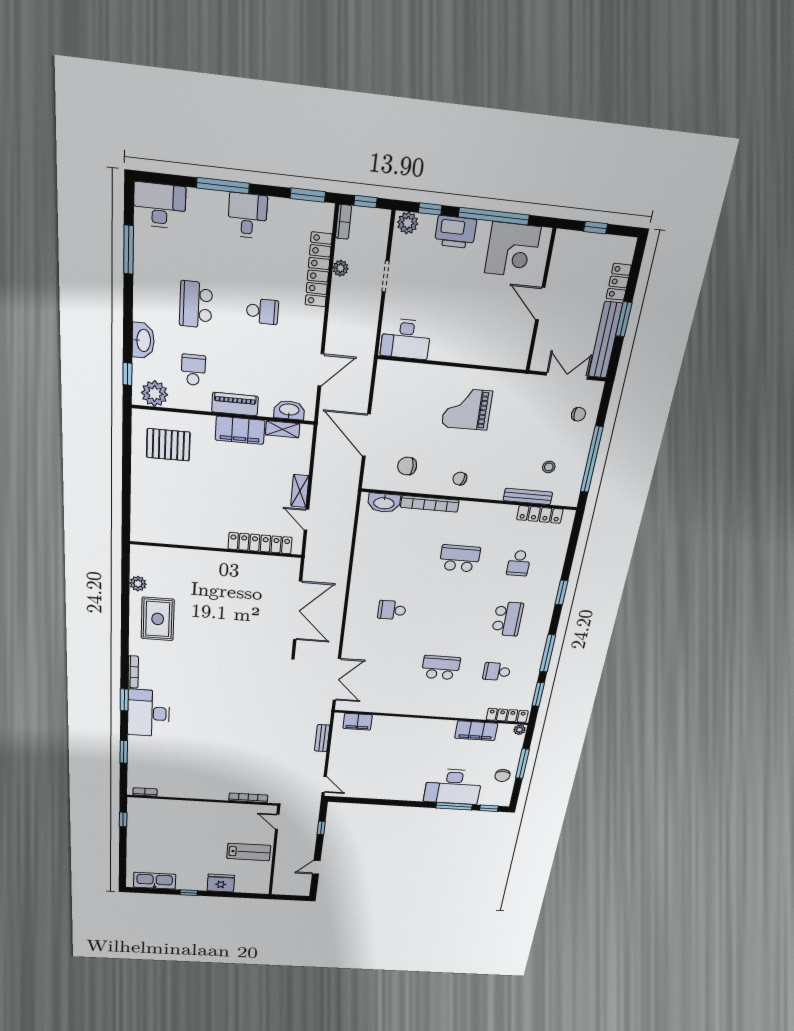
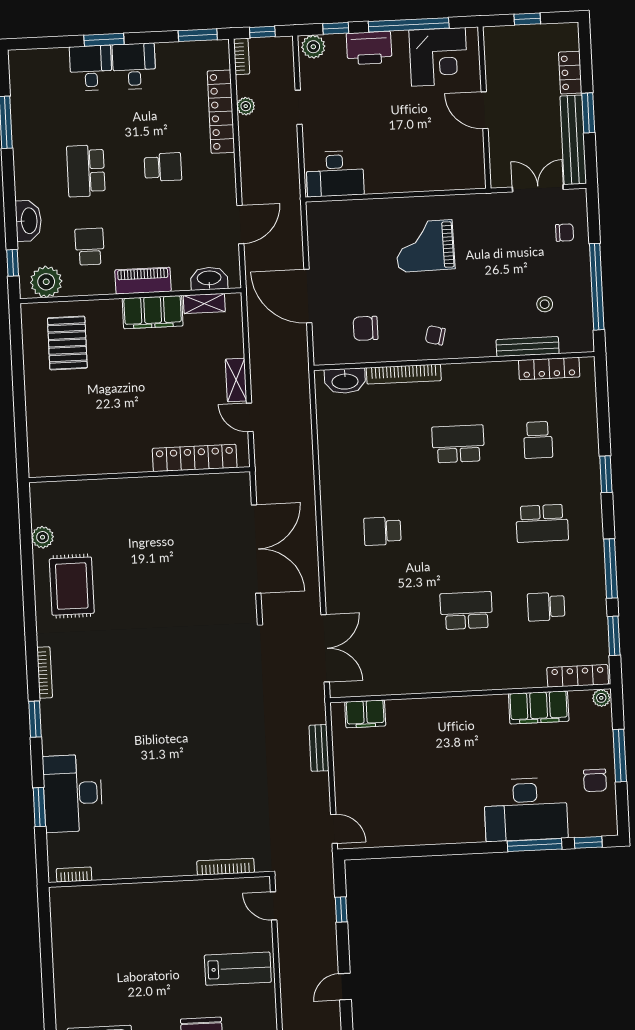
window: (223, 186) -> (104, 40), width x0.69
desk: (160, 205) -> (91, 68), moved, width x0.73
pallet: (168, 445) -> (67, 343), turned 90
school desk: (507, 619) -> (542, 523), turned 90
desk: (149, 713) -> (73, 793), moved
window: (123, 819) -> (45, 929), removed

